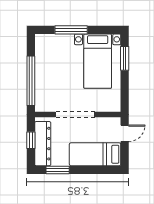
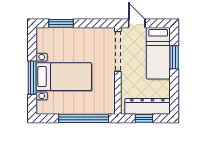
bed with nightstands: (98, 61) -> (64, 77), moved
doorway: (75, 115) -> (118, 51), moved
window: (58, 170) -> (174, 57), moved

